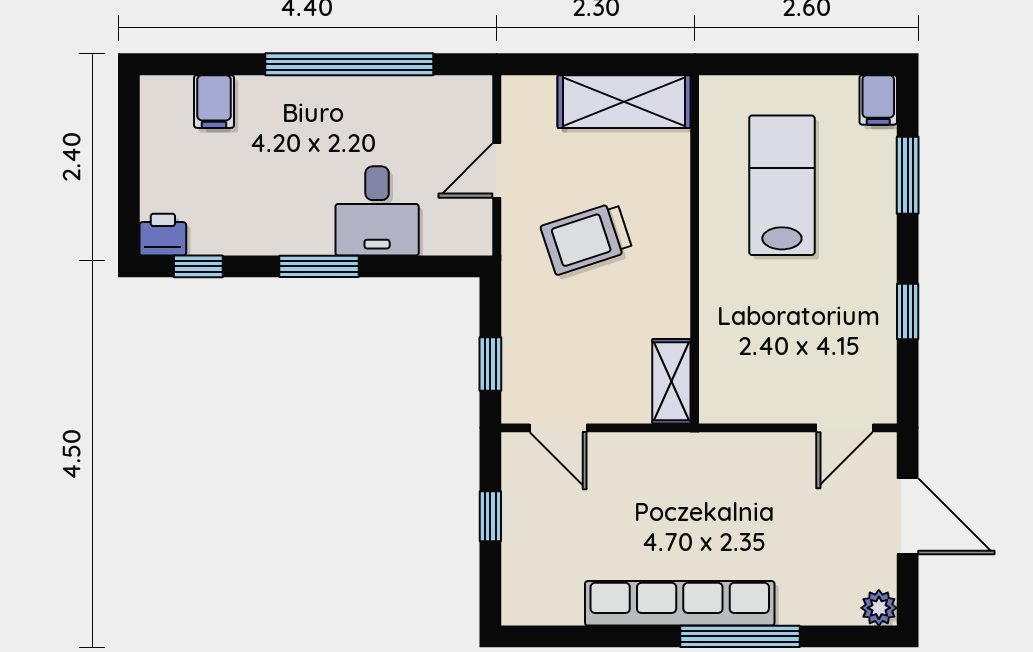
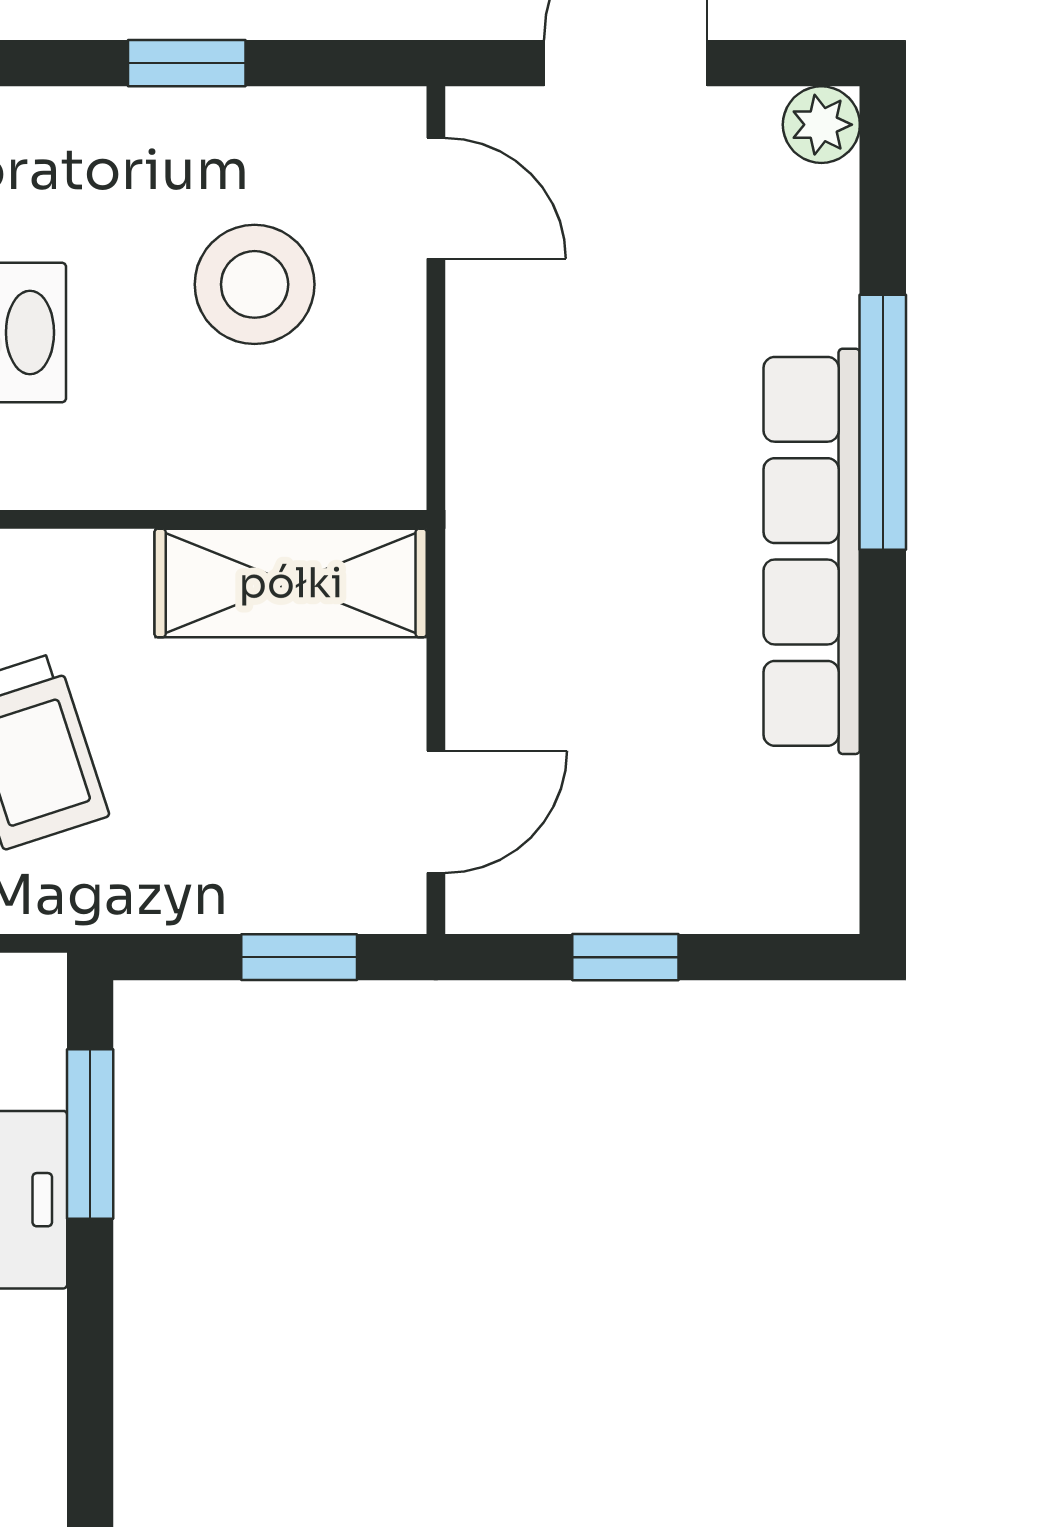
window: (319, 266) -> (90, 1134), moved
stool: (804, 343) -> (255, 284), added
shelving: (671, 381) -> (291, 583), width x1.50, depth x1.33

